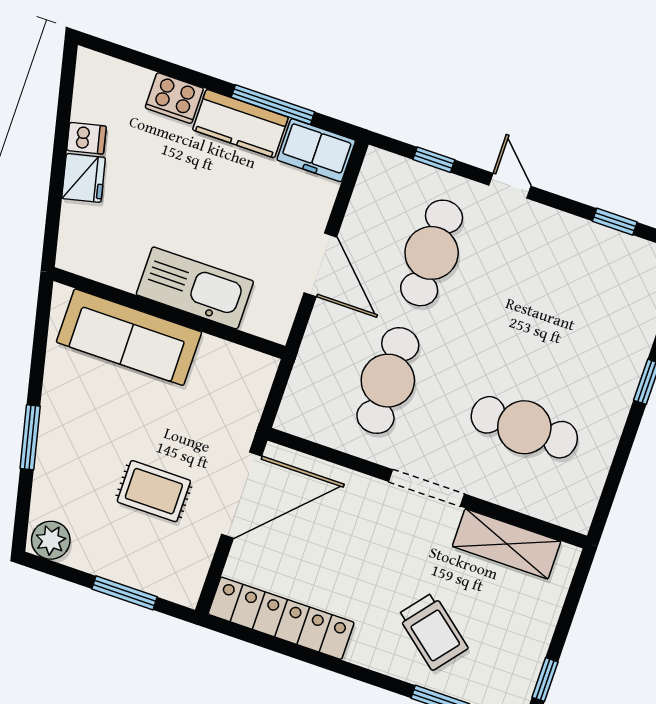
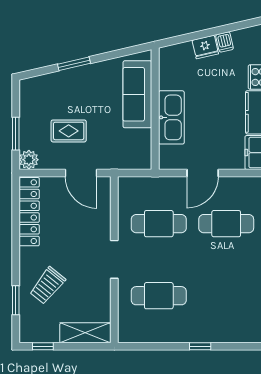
cafe table: (524, 427) -> (159, 296), turned 90
rug: (154, 491) -> (69, 131), turned 90
door: (242, 495) -> (81, 173), width x0.73
plant: (51, 540) -> (29, 160), moved
shelving: (507, 544) -> (85, 333), moved, turned 90

